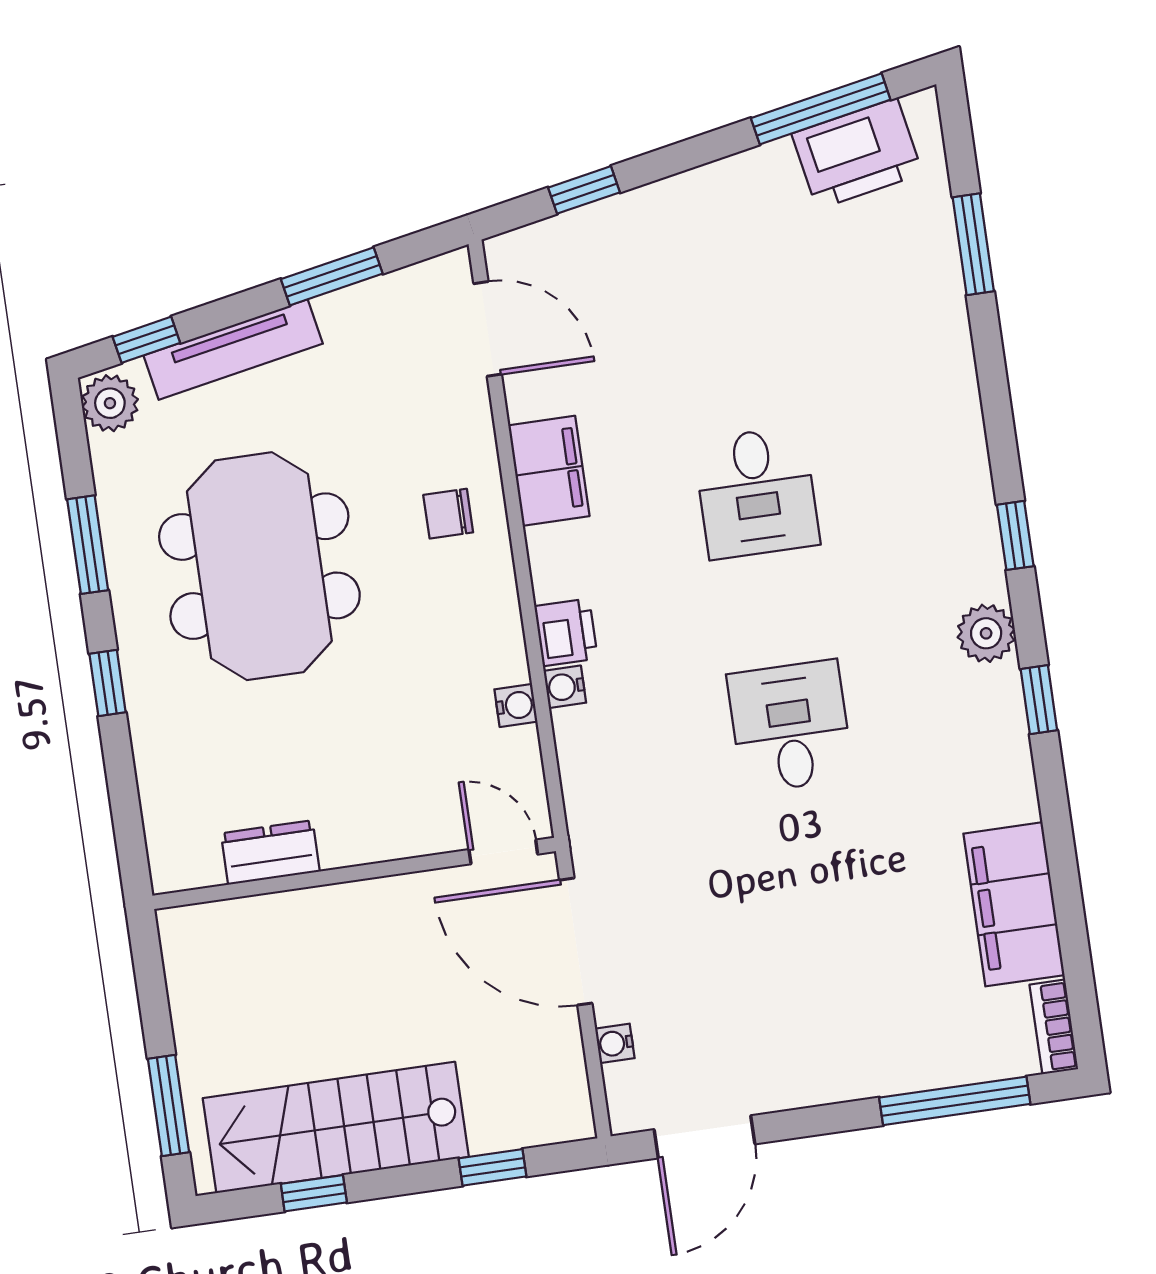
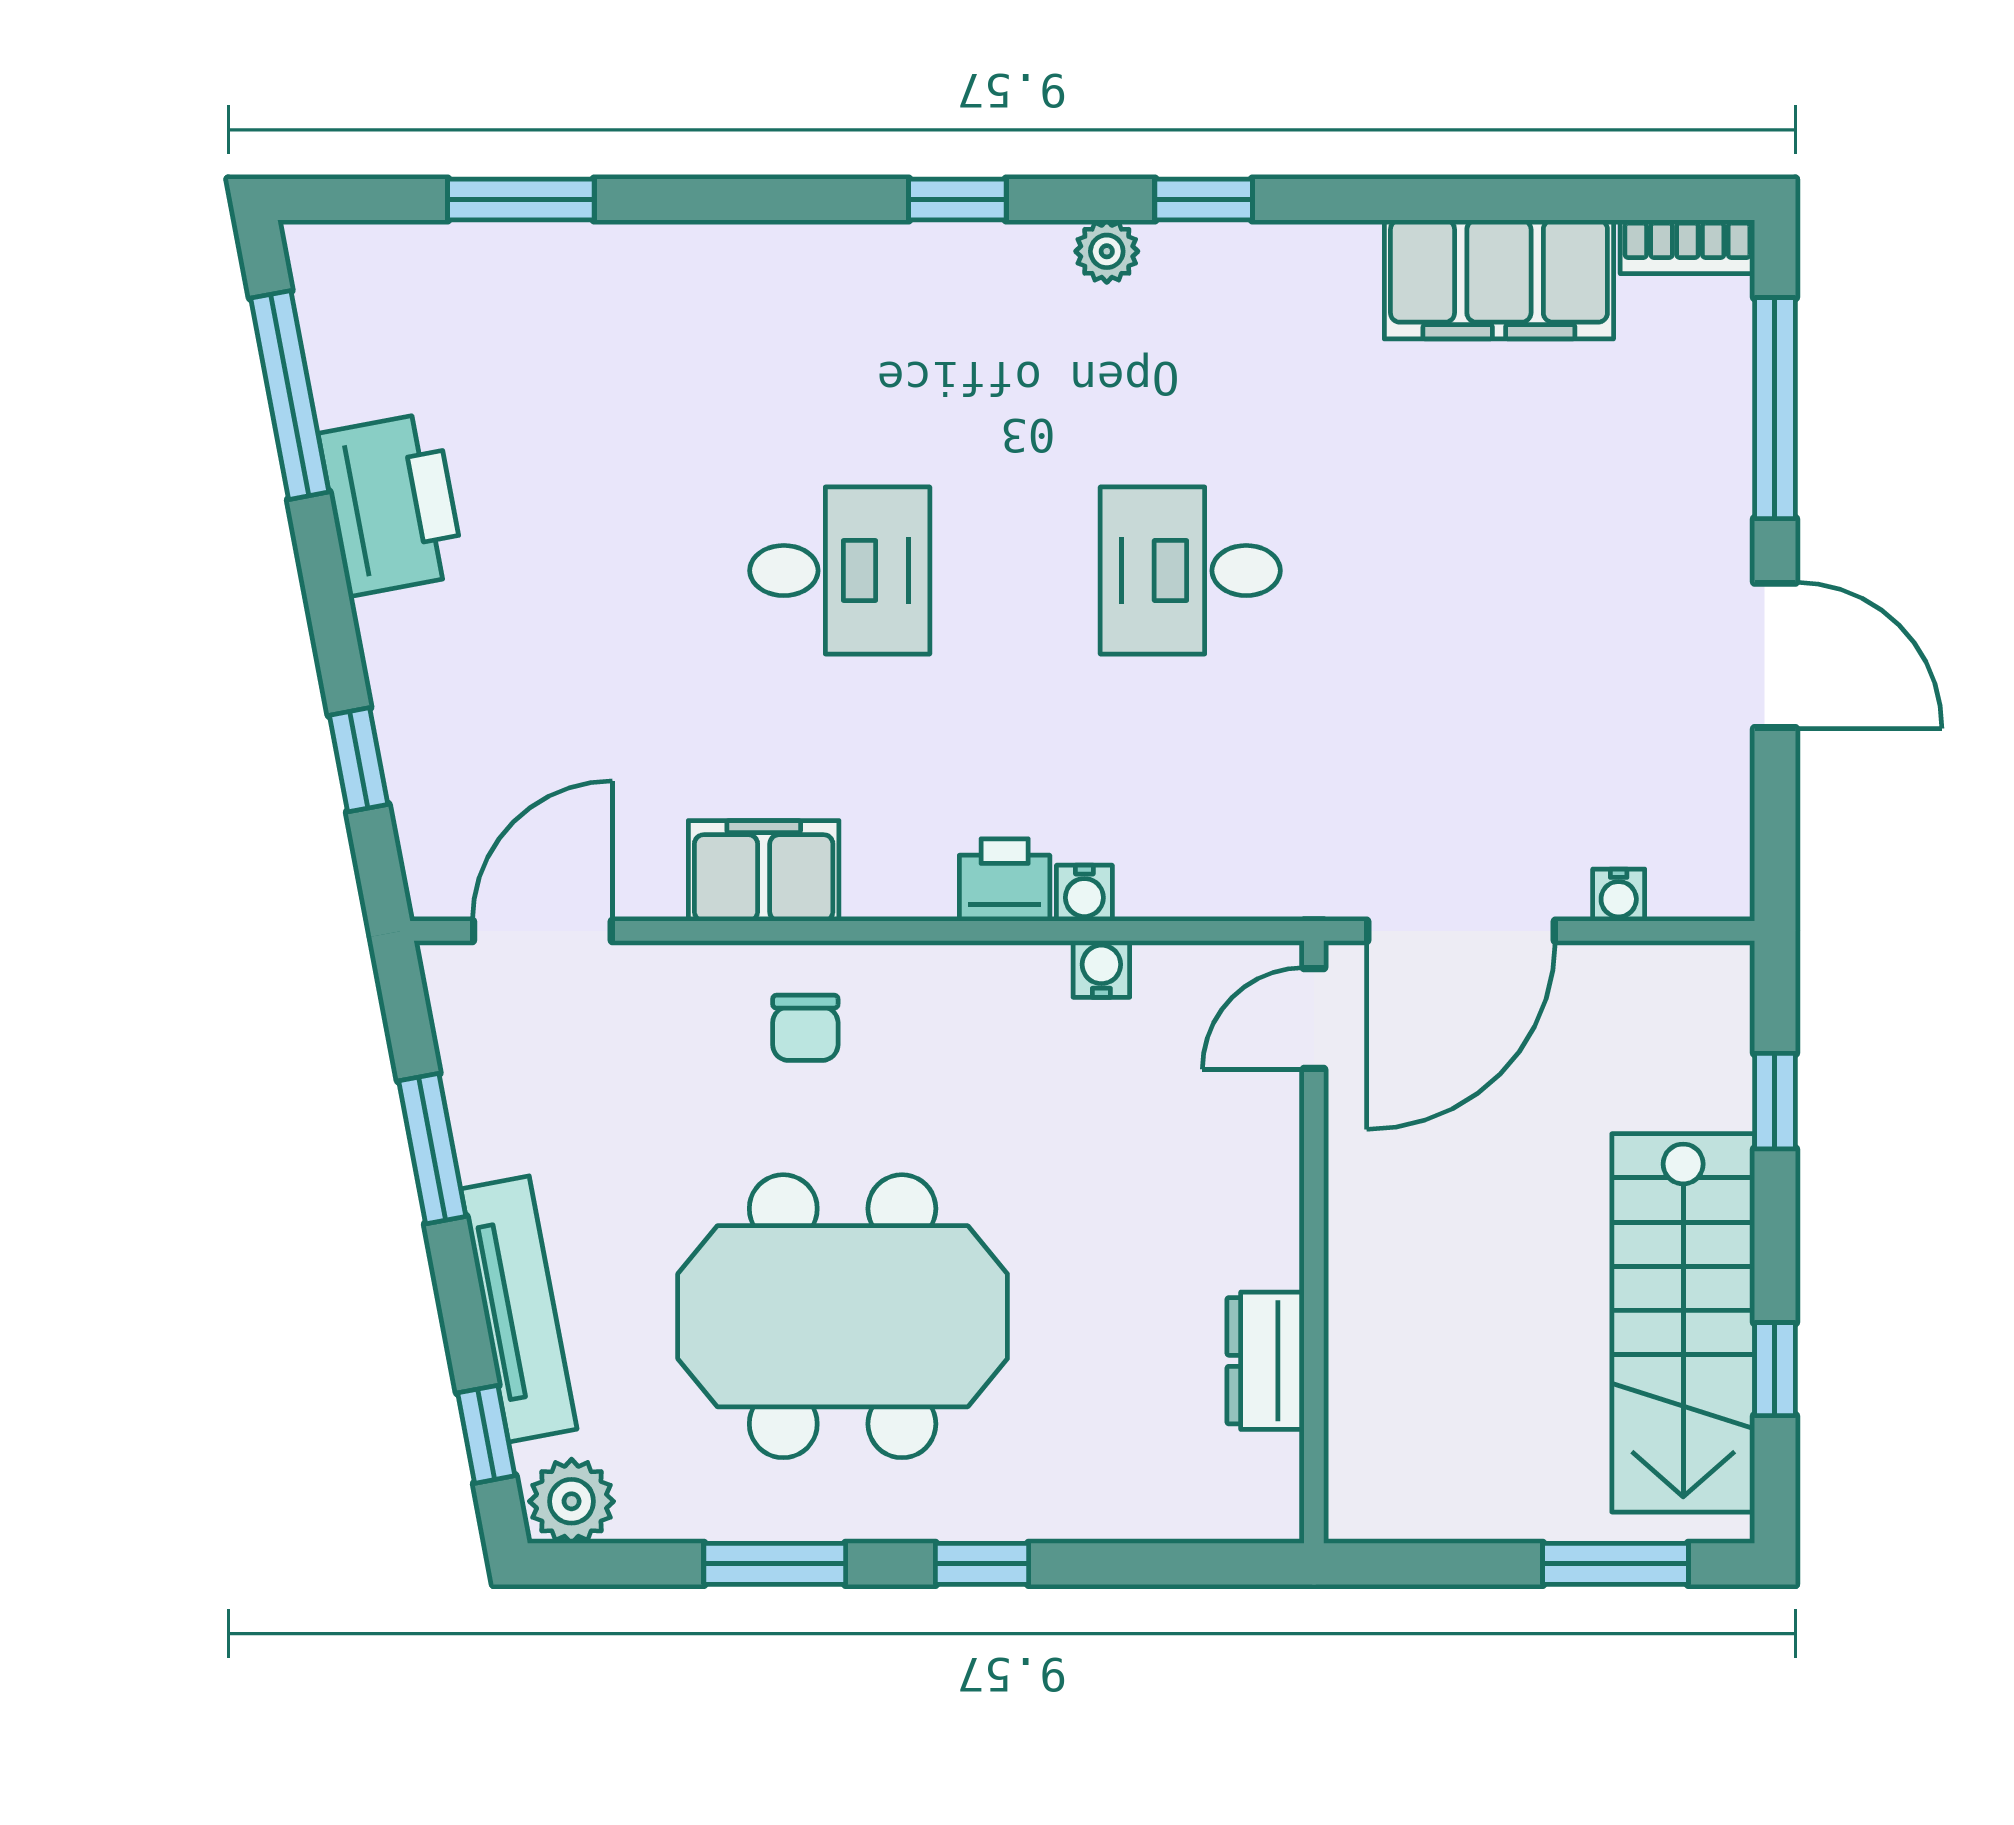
printer: (857, 154) -> (392, 504), moved
plant: (986, 633) -> (1107, 251), width x0.73, depth x0.73
door: (705, 1137) -> (1775, 655), moved

